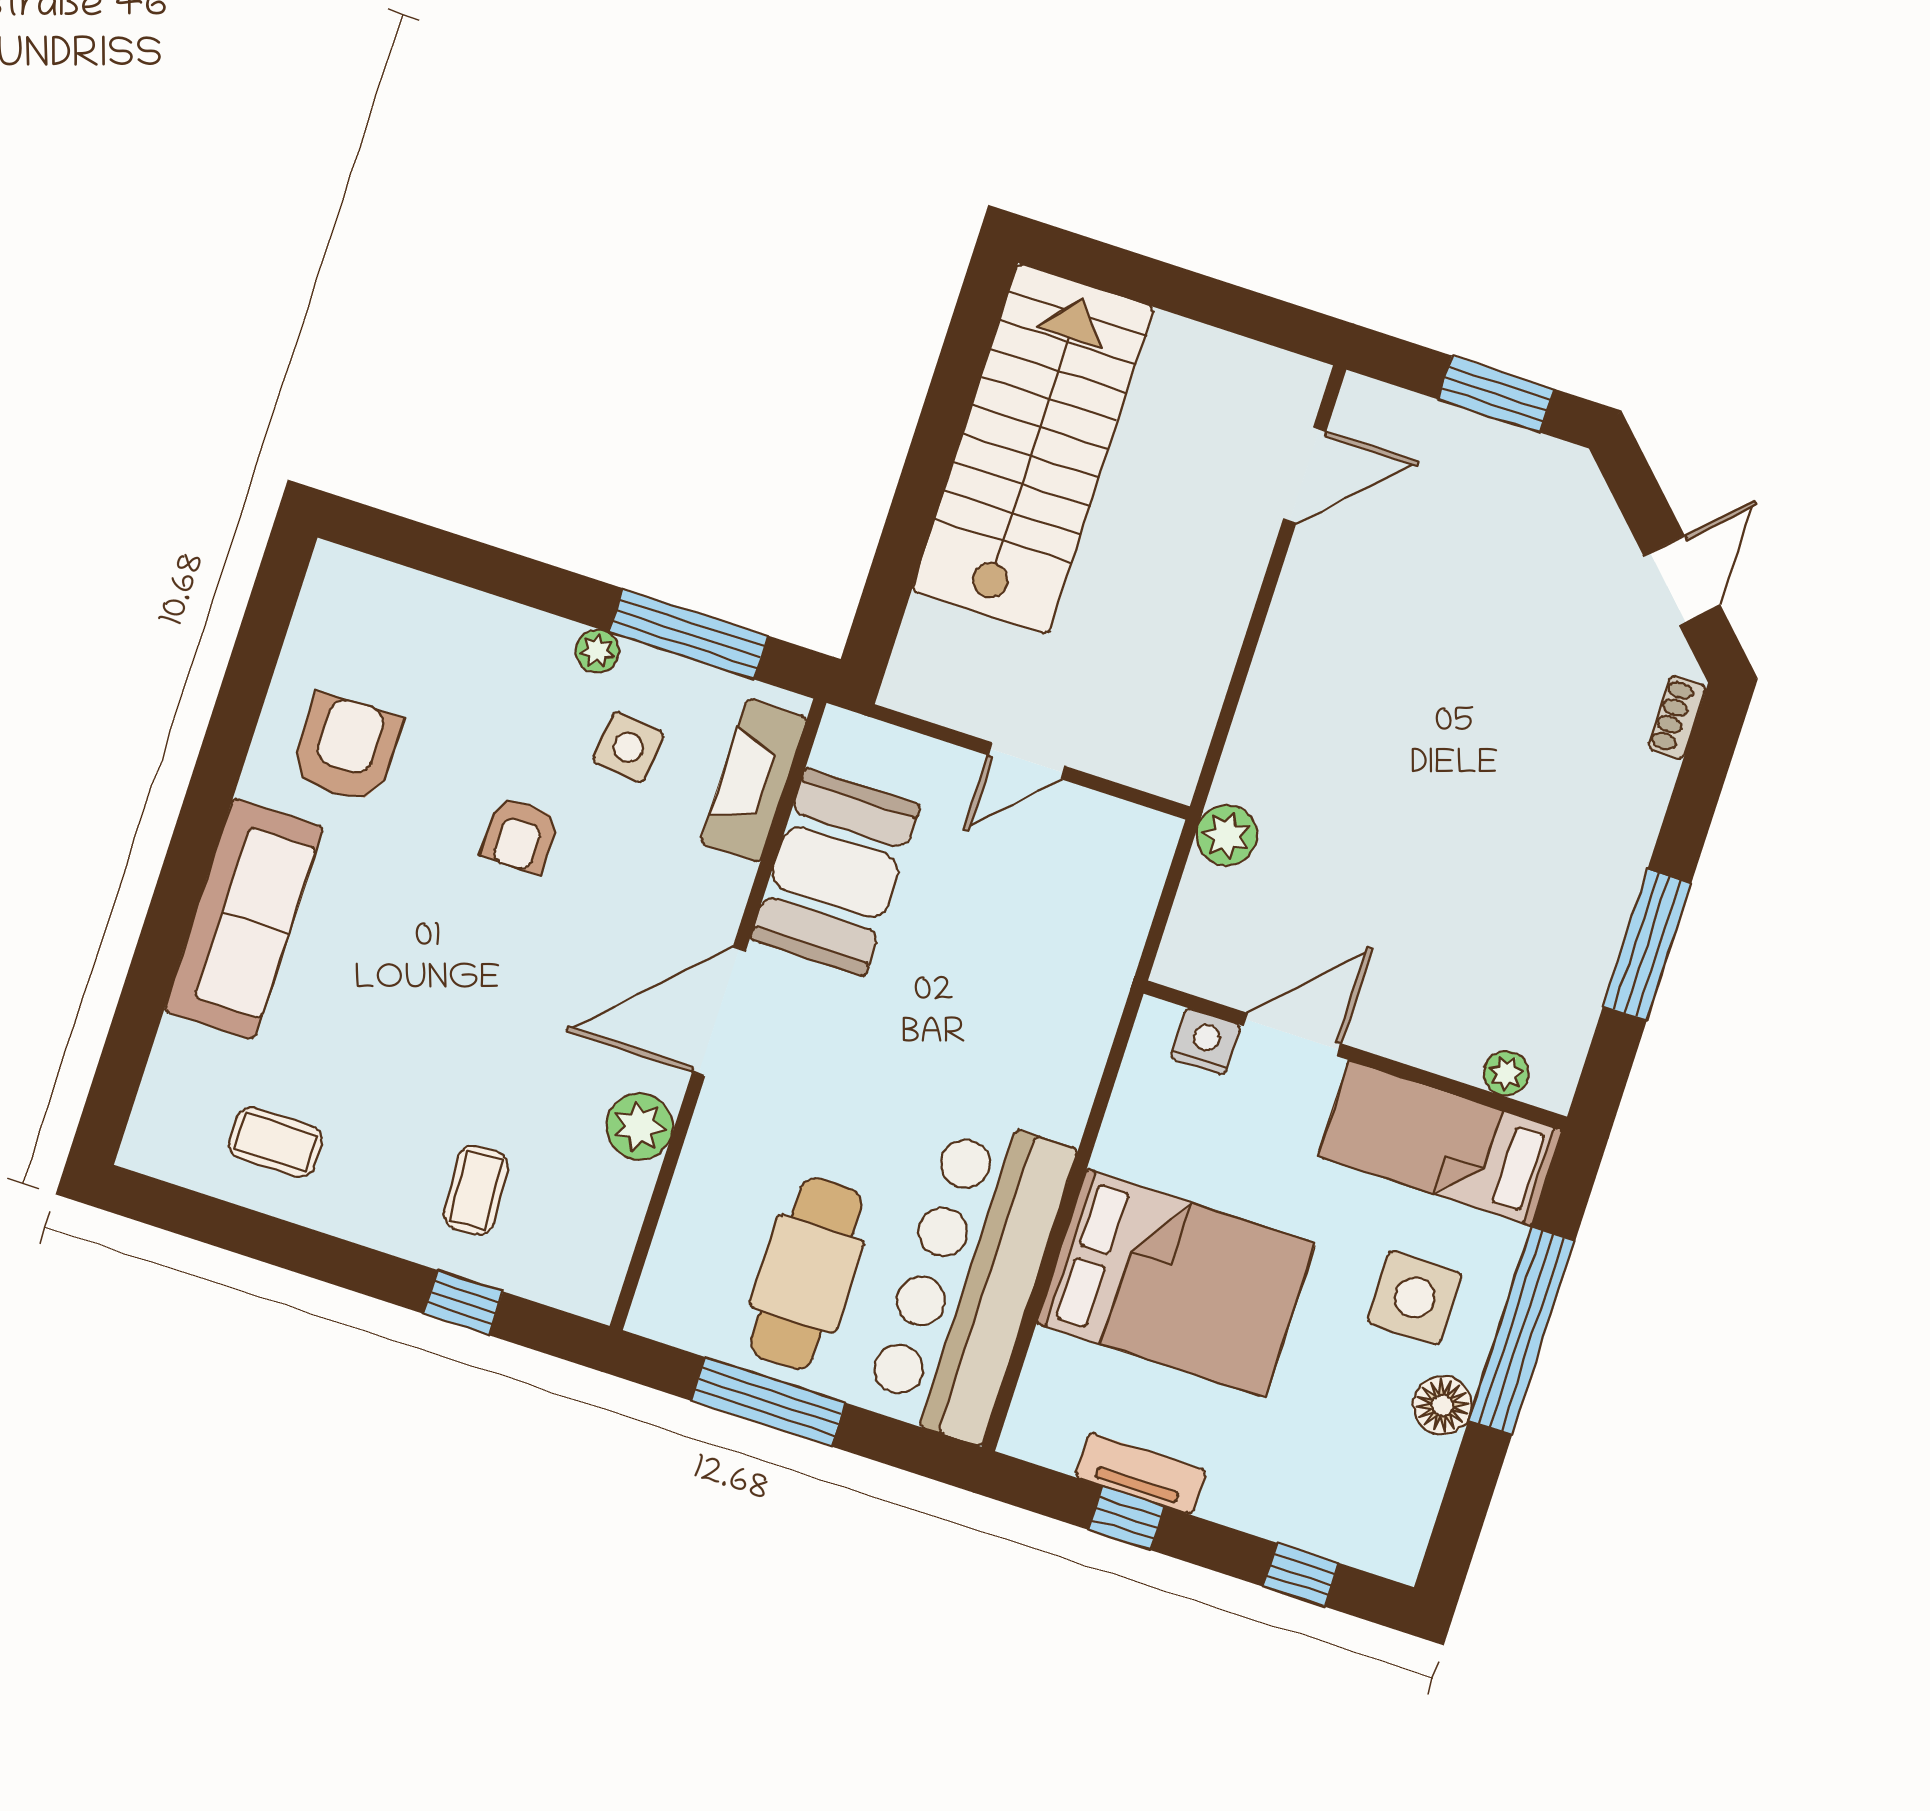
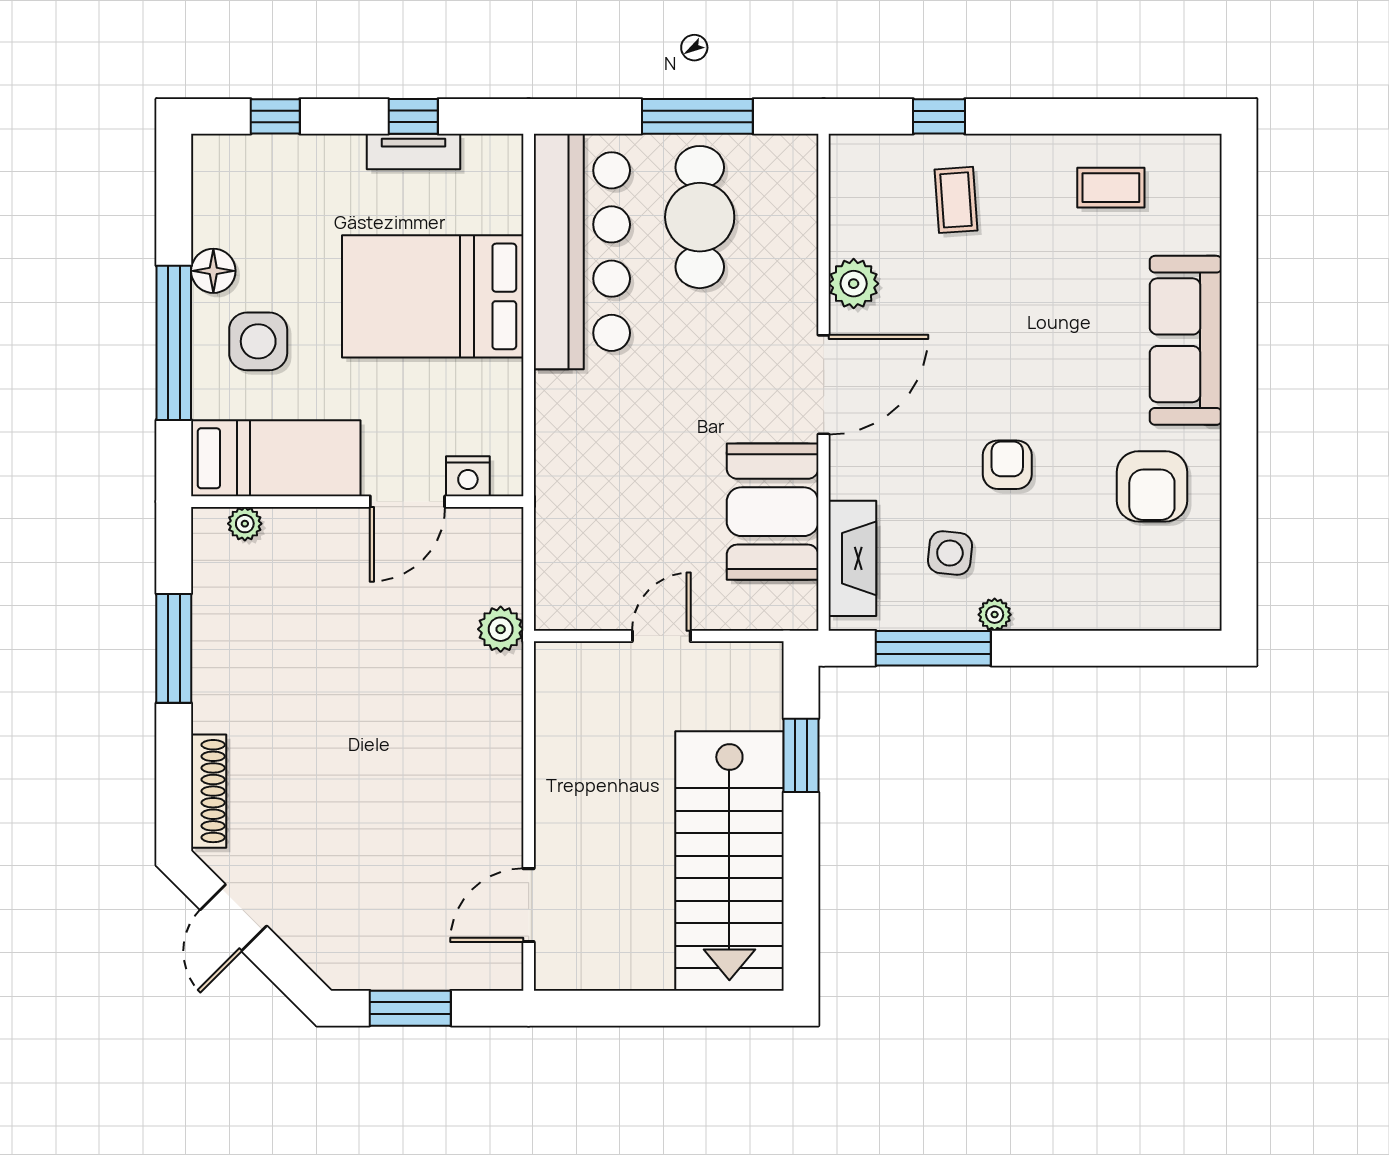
window: (899, 553) -> (801, 755), added
shoe rack: (1677, 717) -> (209, 791), width x1.94, depth x1.24

